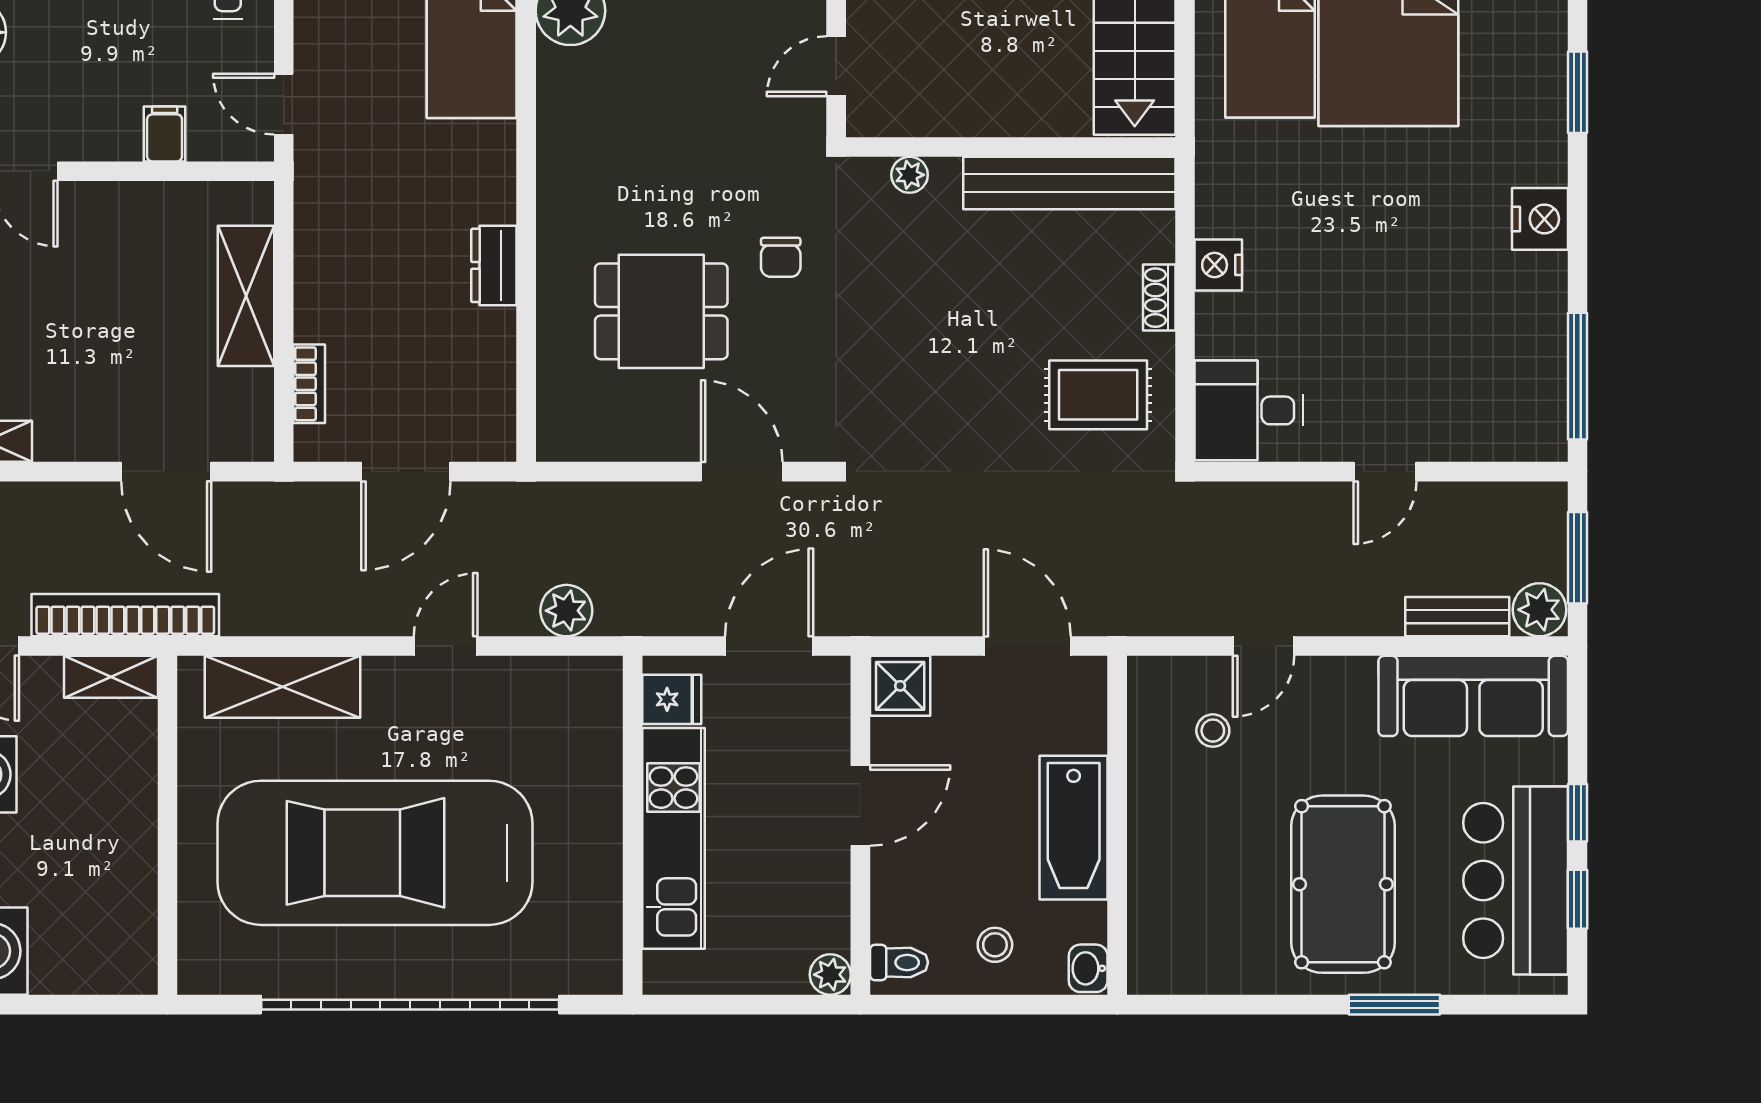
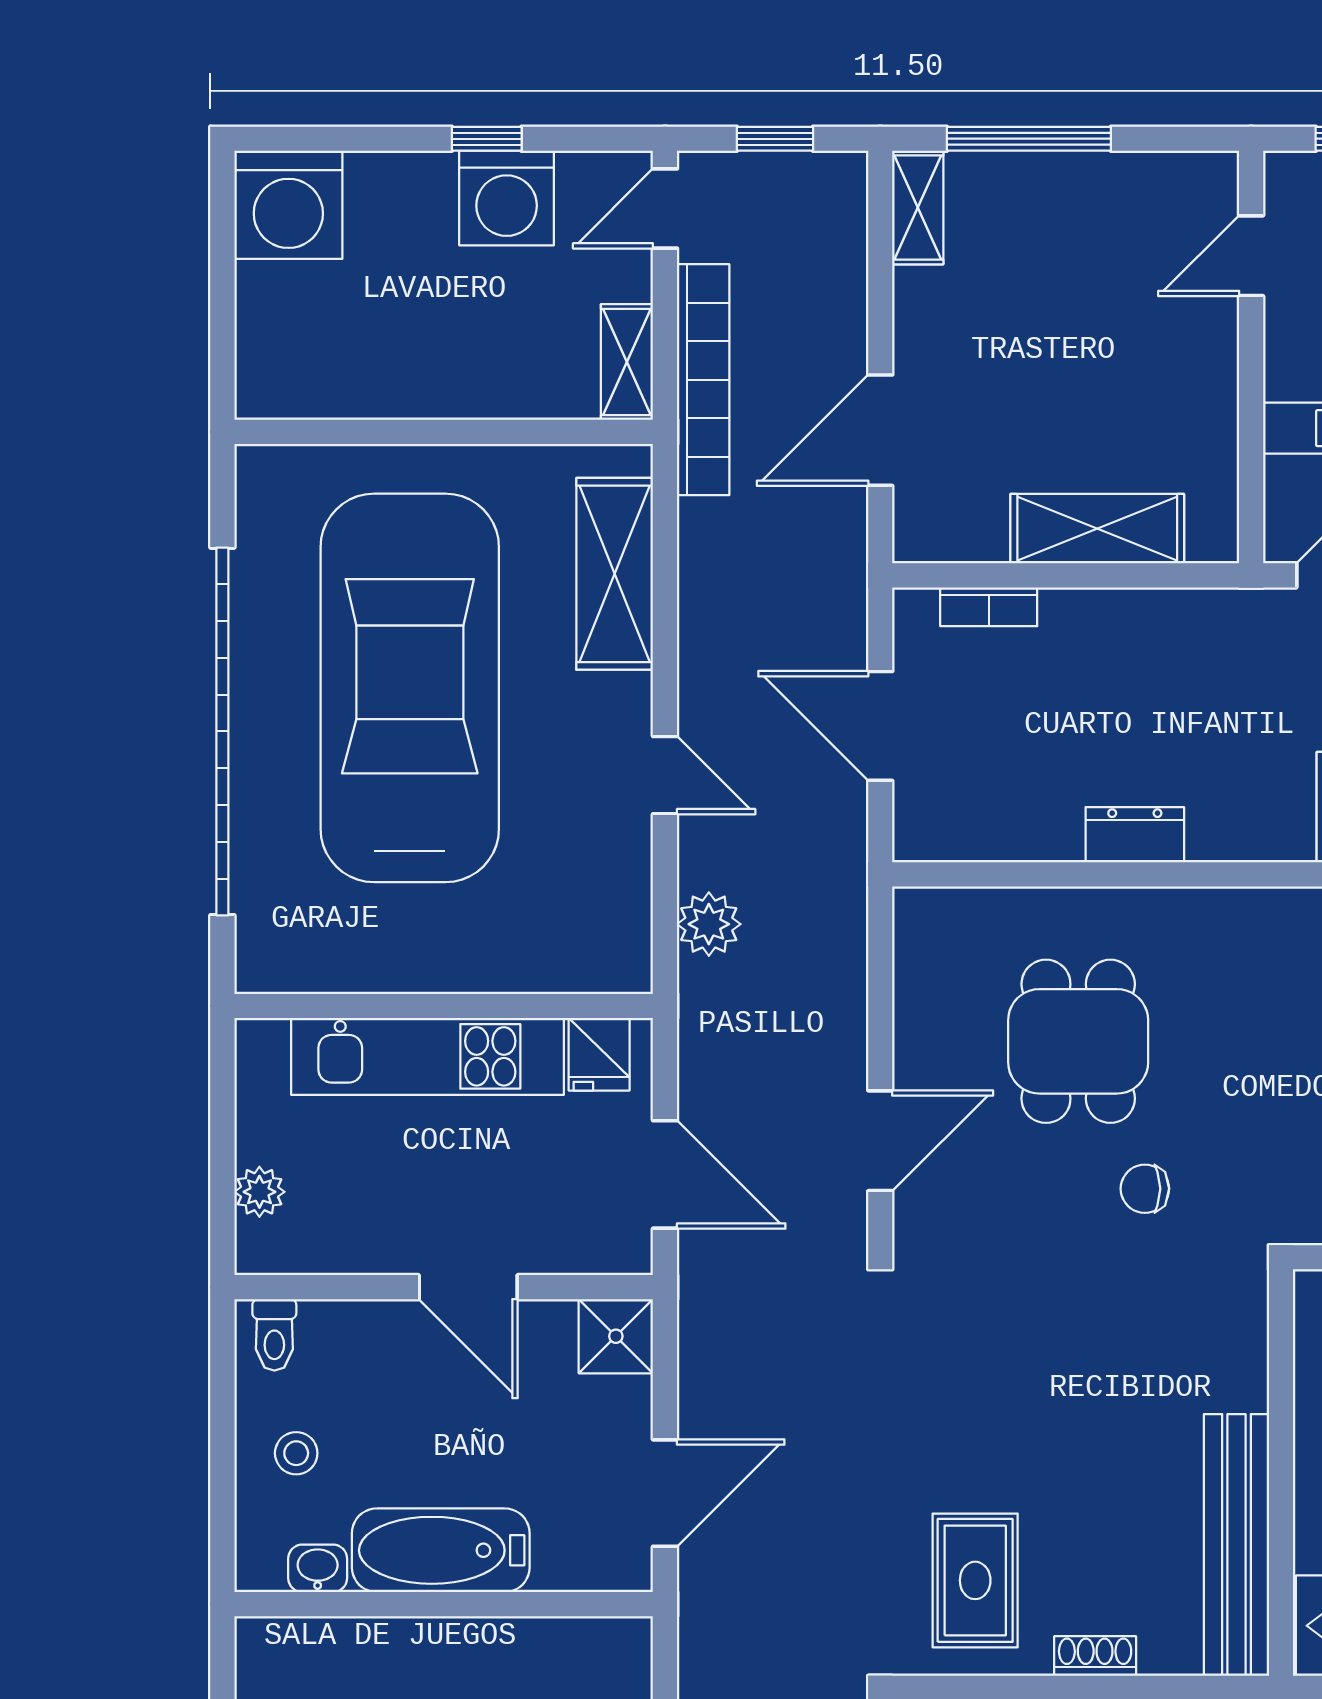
plant: (910, 175) -> (1247, 1348), removed
washbasin: (1088, 968) -> (318, 1568), moved
plant: (830, 975) -> (259, 1192), moved

